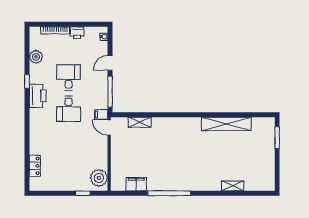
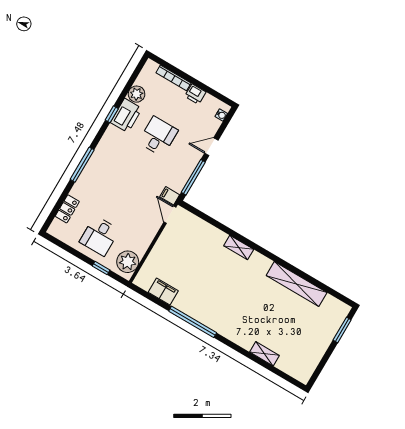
printer: (38, 96) -> (126, 115), moved
desk: (69, 109) -> (99, 236), moved
shelving: (140, 122) -> (239, 248), moved
window: (27, 129) -> (82, 165), added

